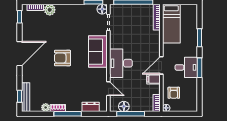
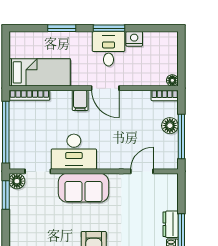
desk: (121, 63) -> (74, 152), moved
filing cabinet: (153, 79) -> (80, 100), moved
nightstand: (193, 84) -> (134, 39), added
armchair: (174, 93) -> (148, 68), removed
floor lamp: (124, 106) -> (170, 126), moved
dresser: (91, 107) -> (171, 224), moved

